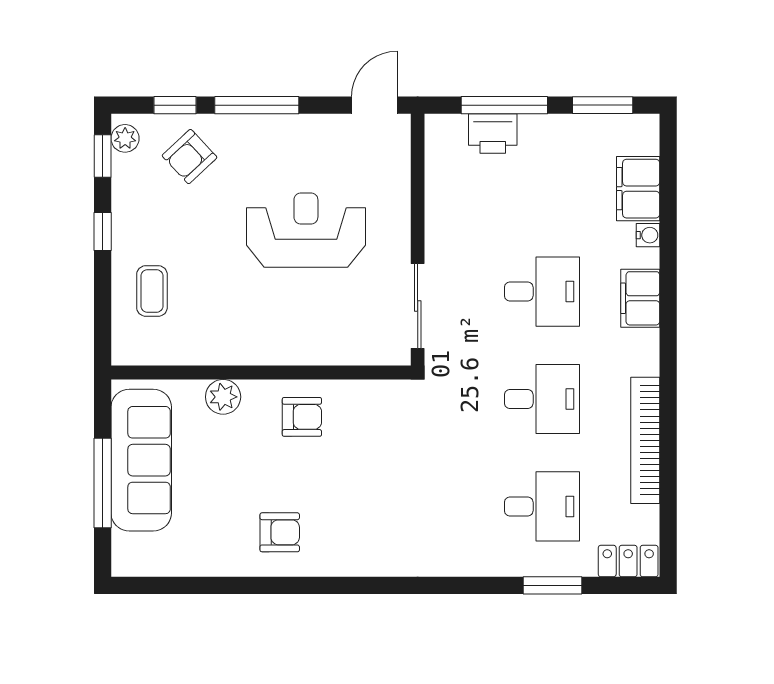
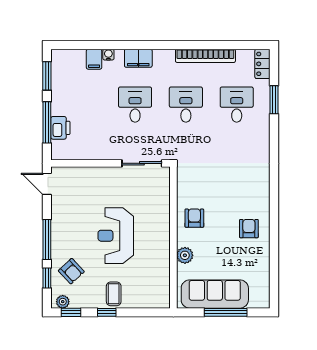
filing cabinet: (638, 189) -> (94, 59), width x0.50
reception desk: (306, 230) -> (116, 236), moved
coffee table: (152, 291) -> (114, 294), moved, turned 90

